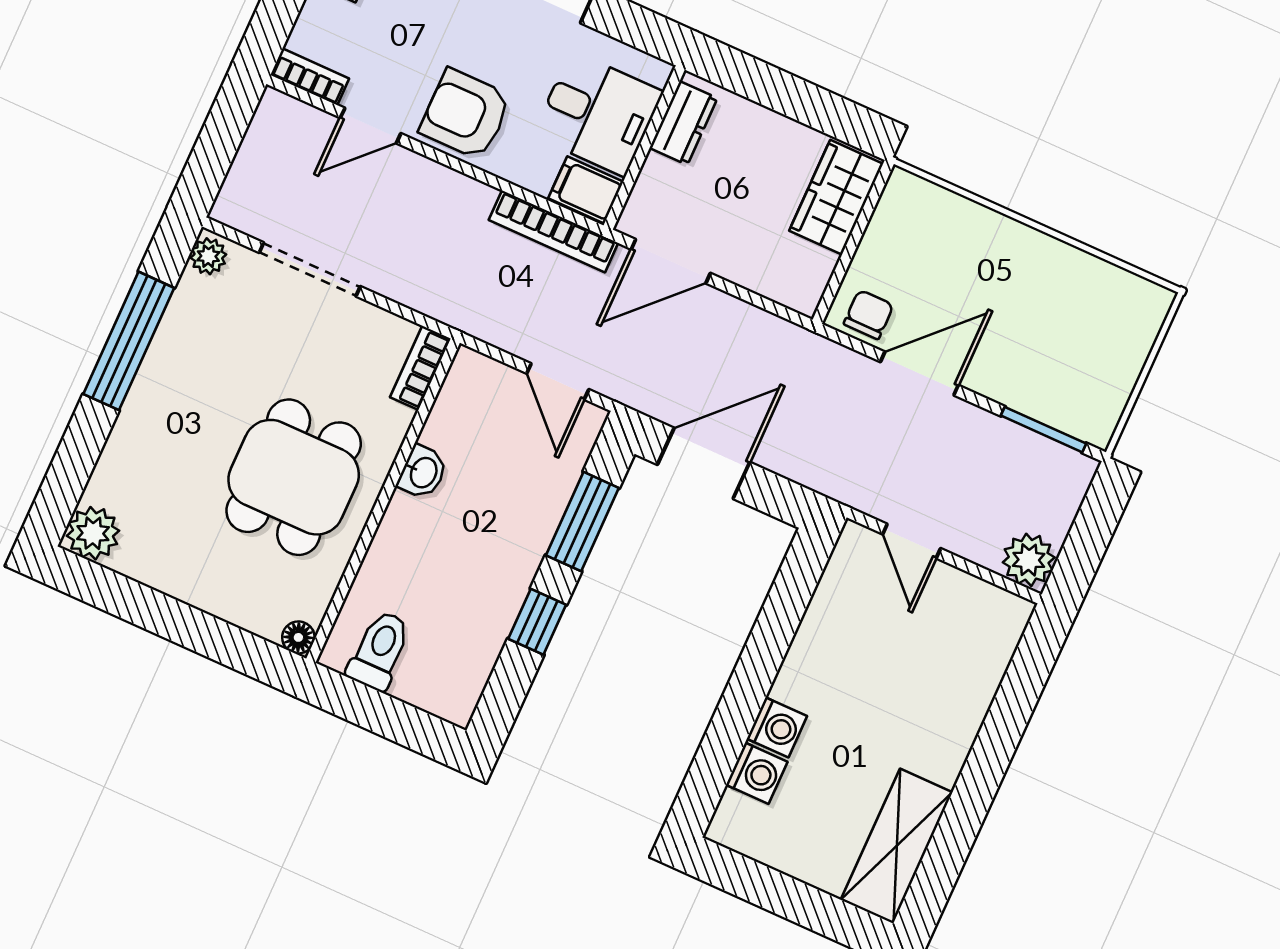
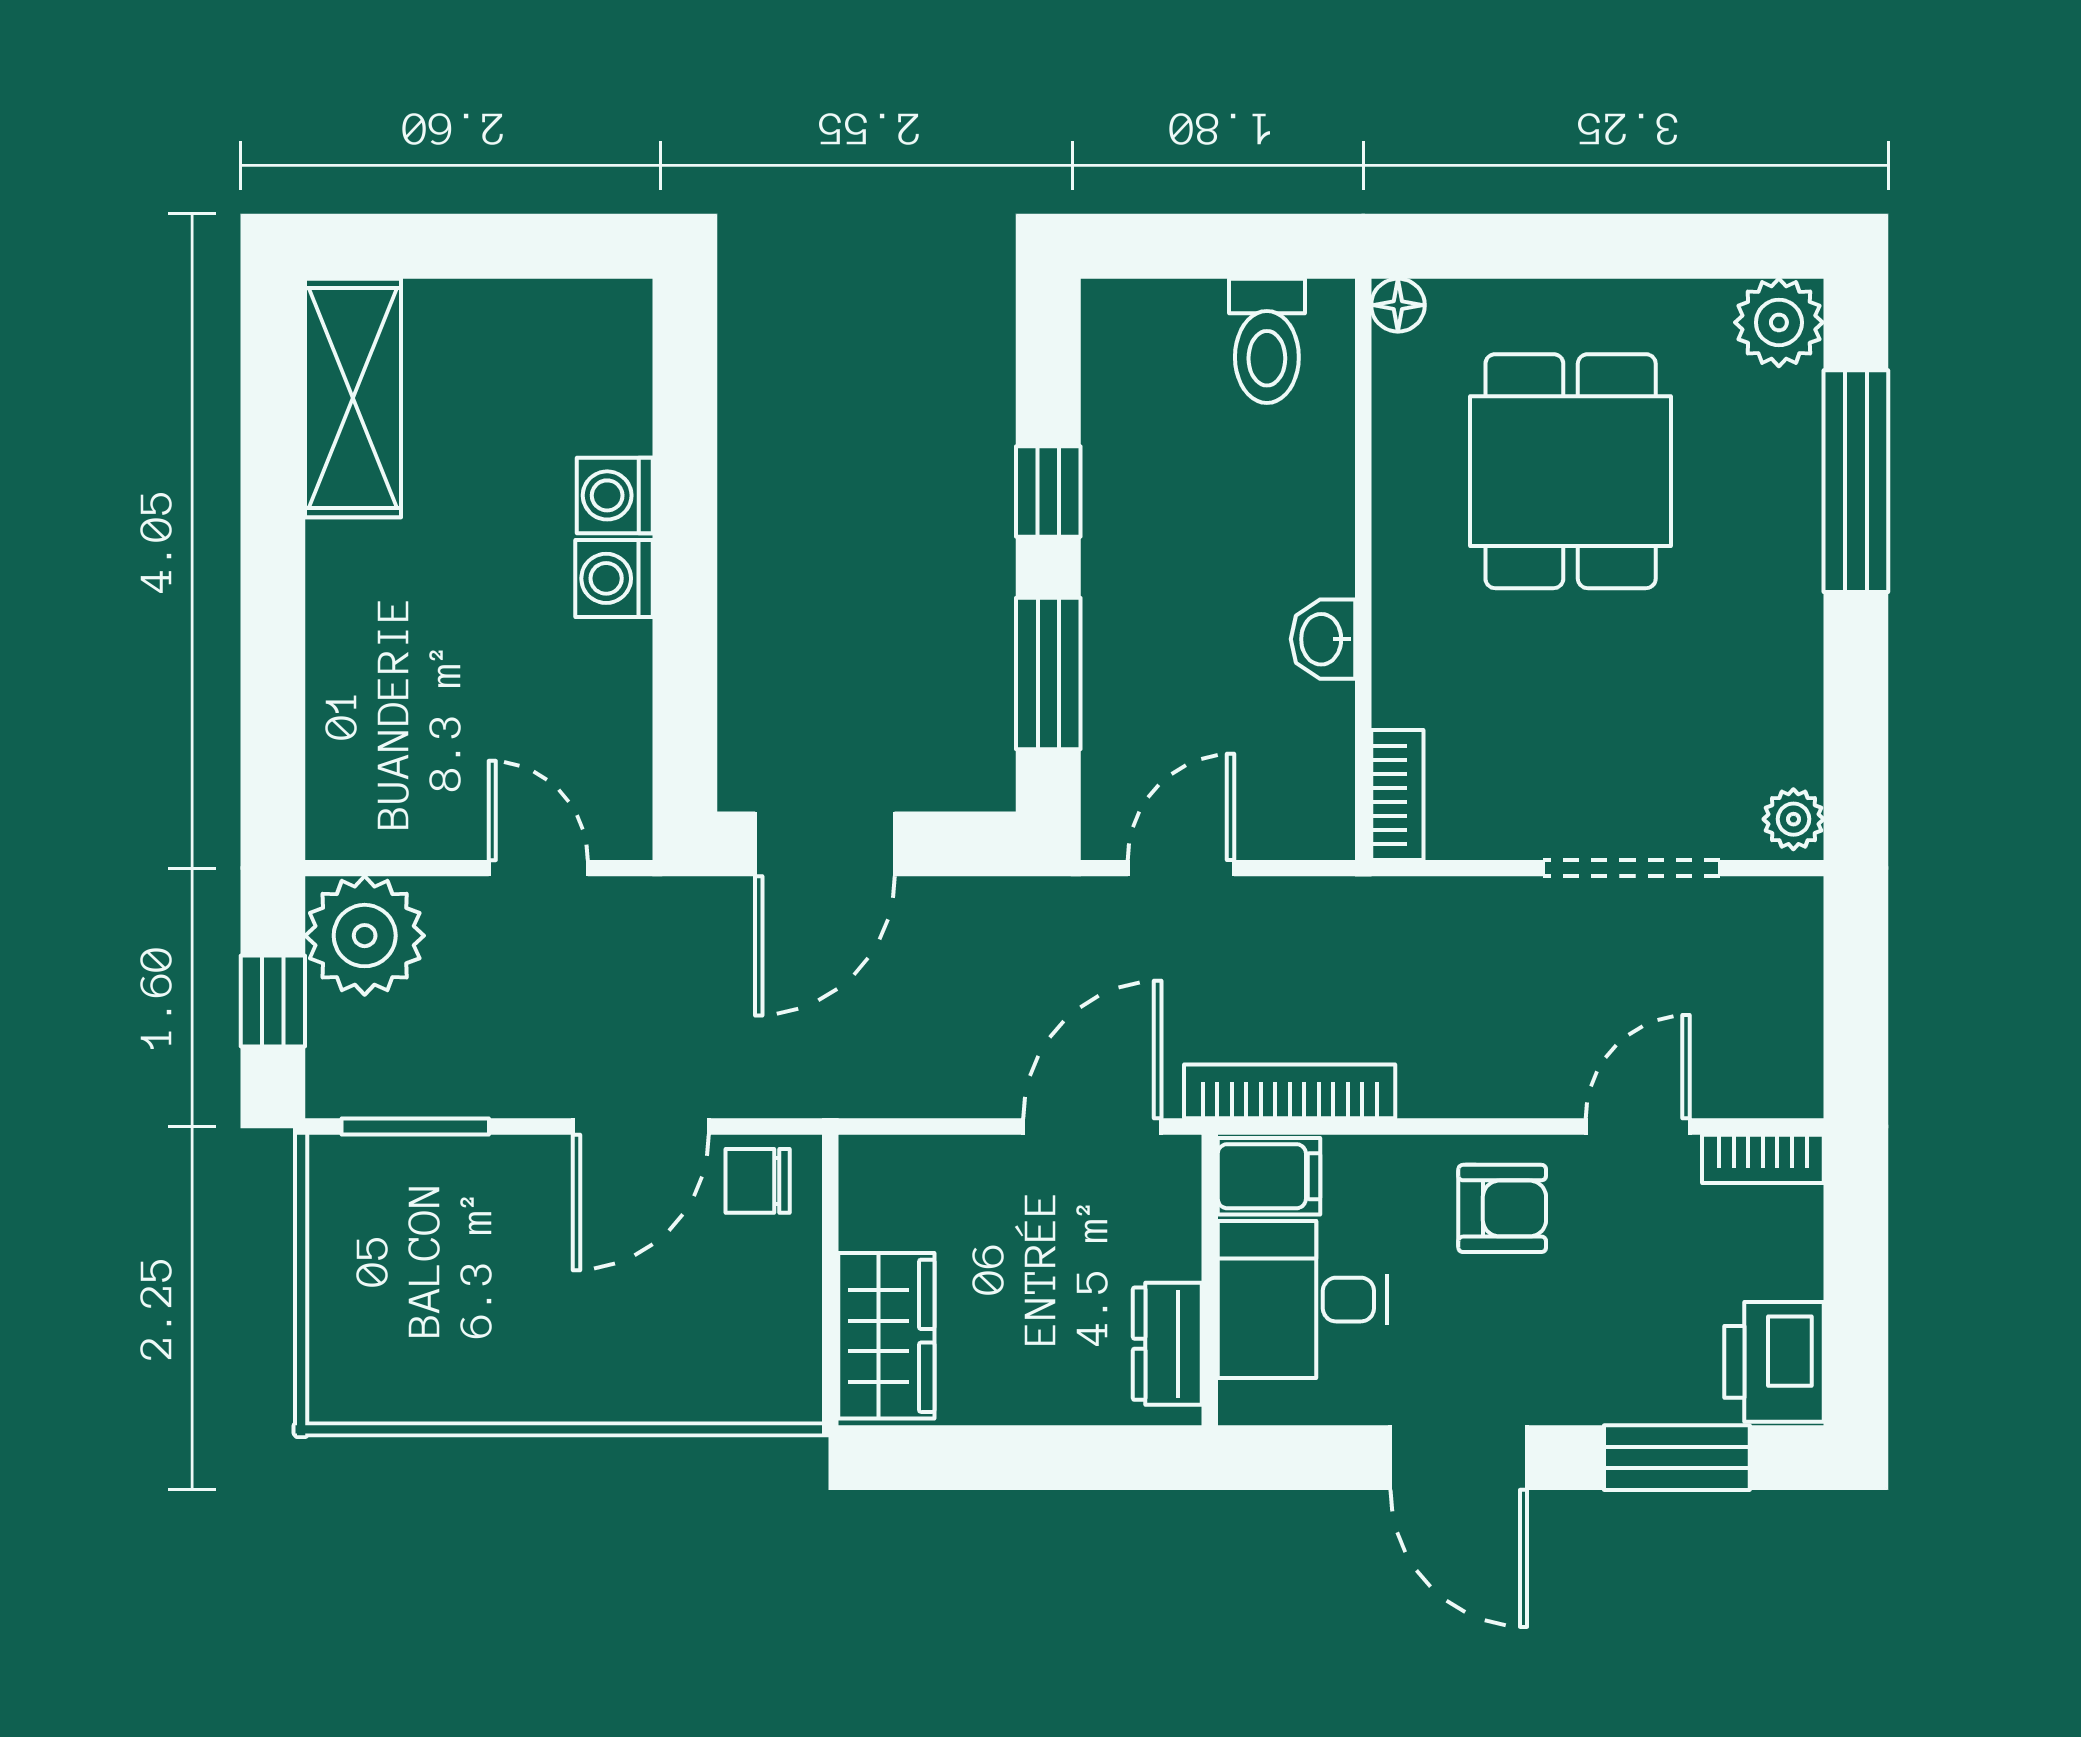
armchair: (466, 114) -> (1502, 1208), width x0.72, depth x0.72
chair: (869, 314) -> (758, 1181), turned 90
window: (129, 341) -> (1856, 481), moved
door: (558, 381) -> (1181, 868), hinge flipped
door: (704, 463) -> (825, 844), moved
dining table: (294, 477) -> (1571, 471), moved
window: (1091, 534) -> (273, 1001), added
plant: (1029, 560) -> (365, 936), width x1.36, depth x1.36
washing machine: (757, 773) -> (614, 578), moved

